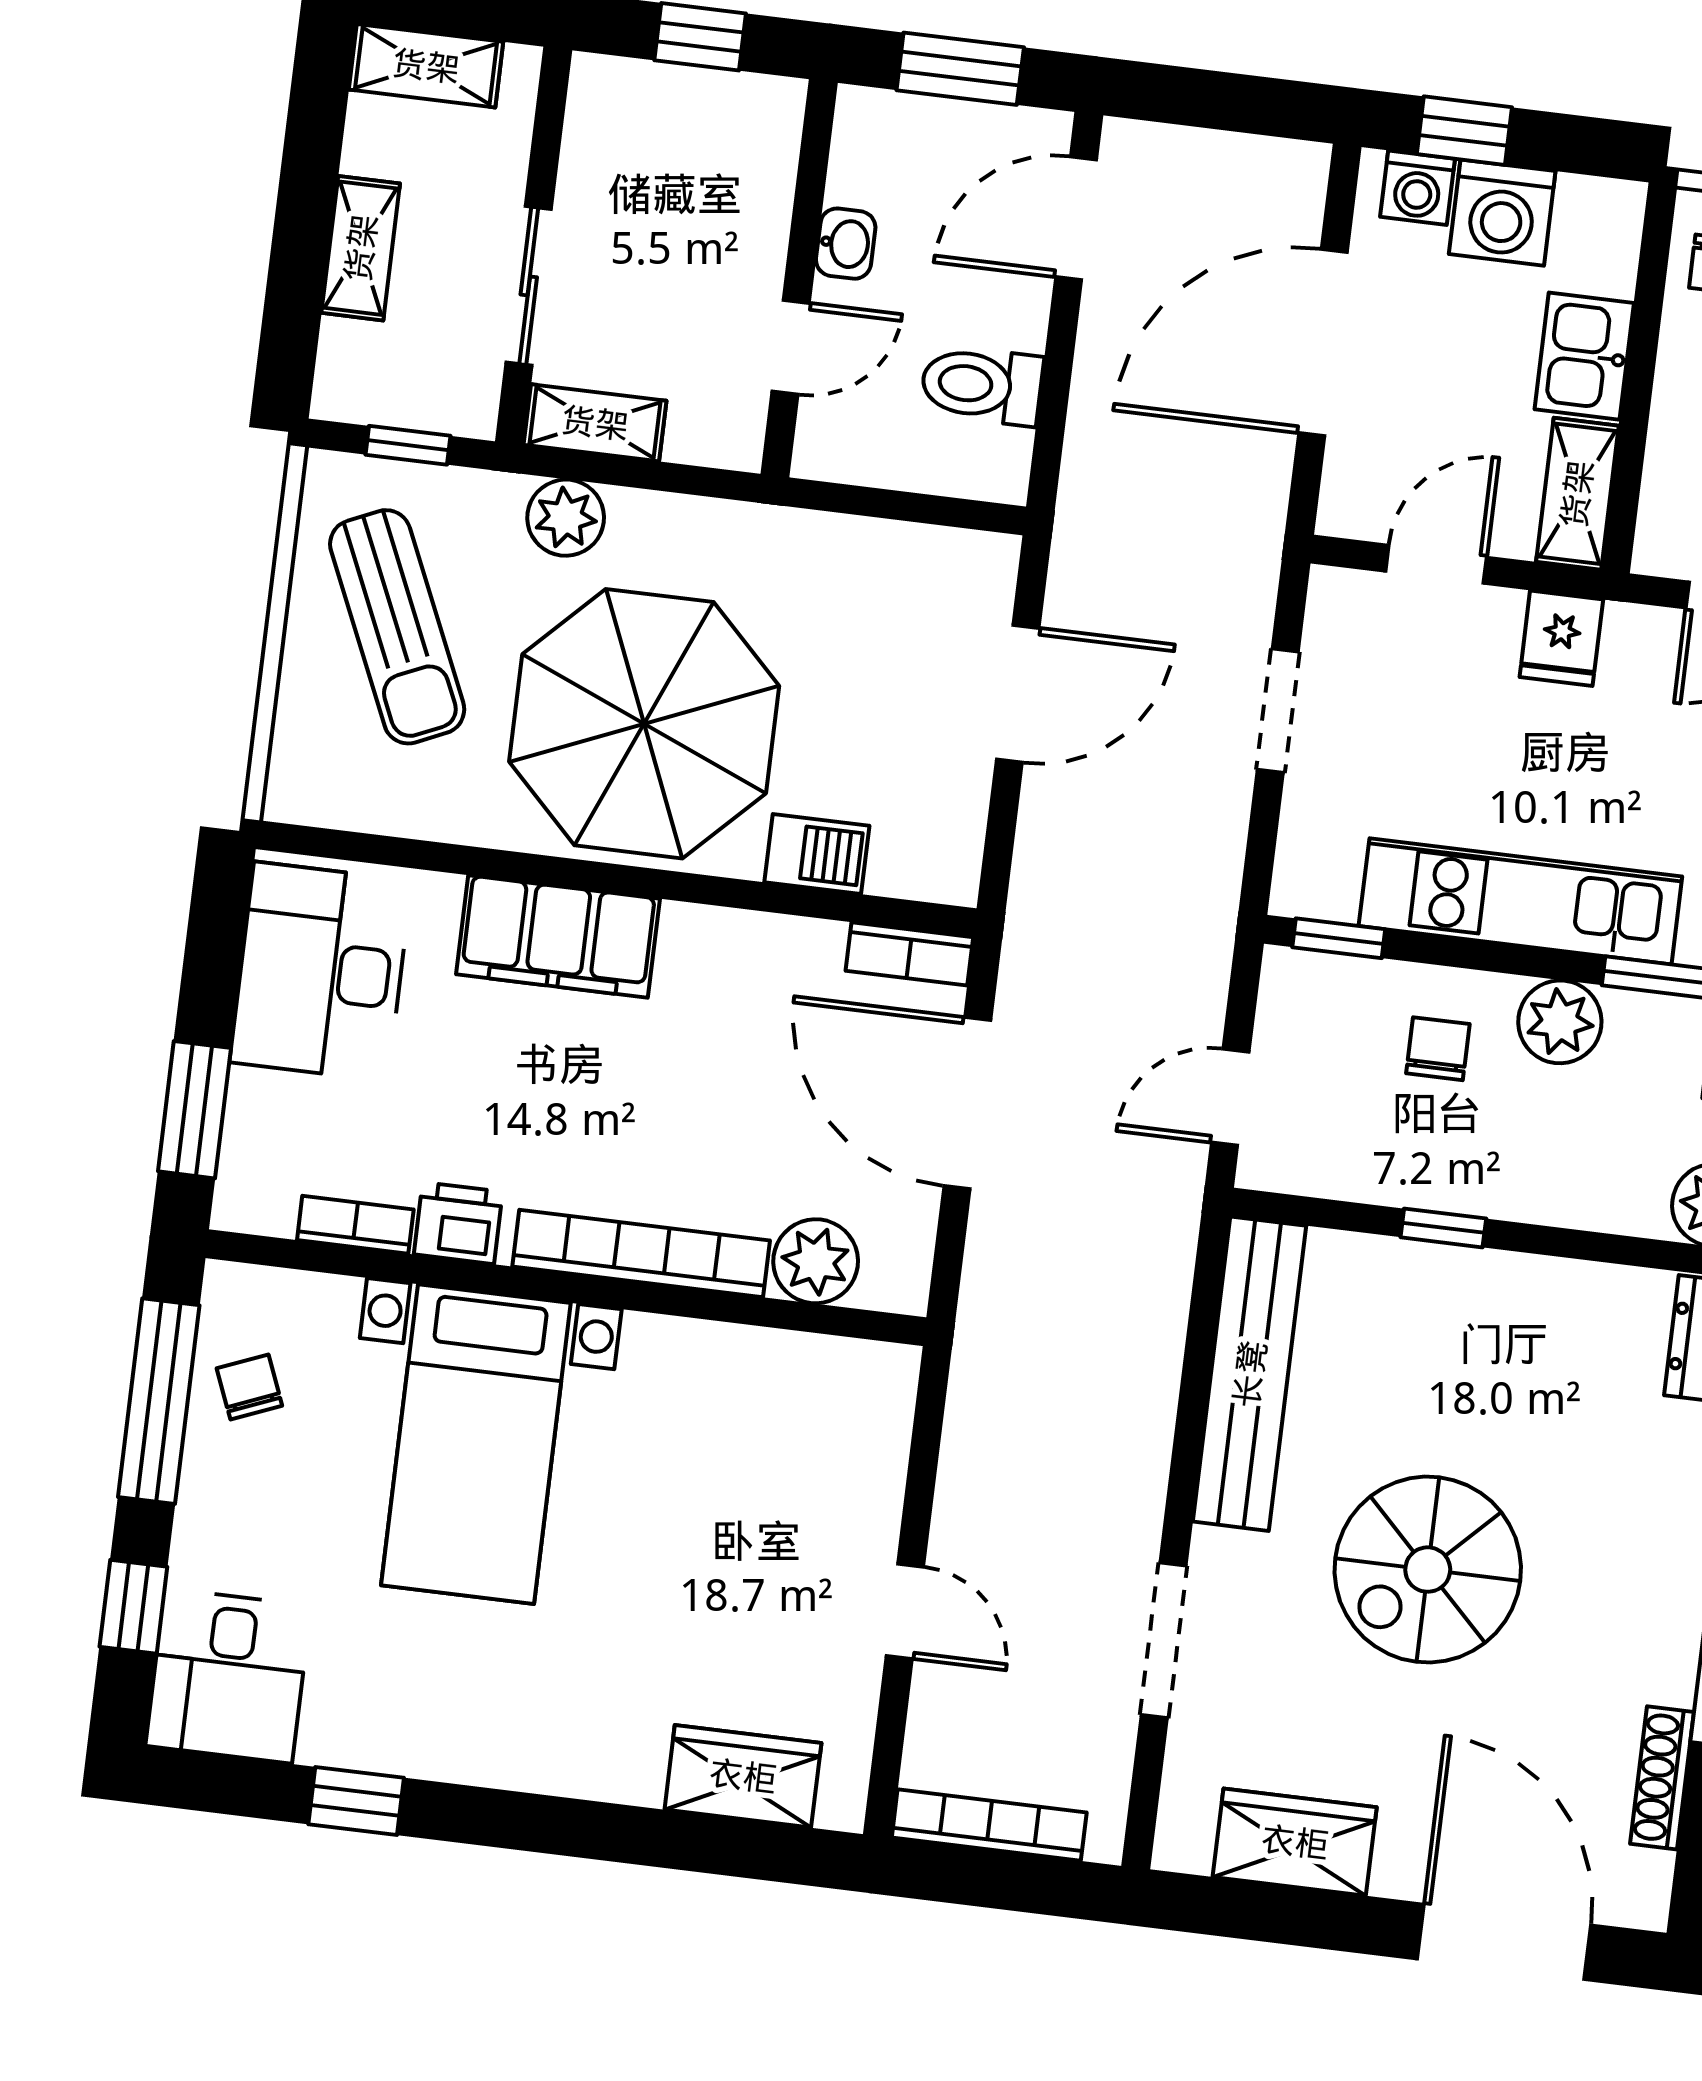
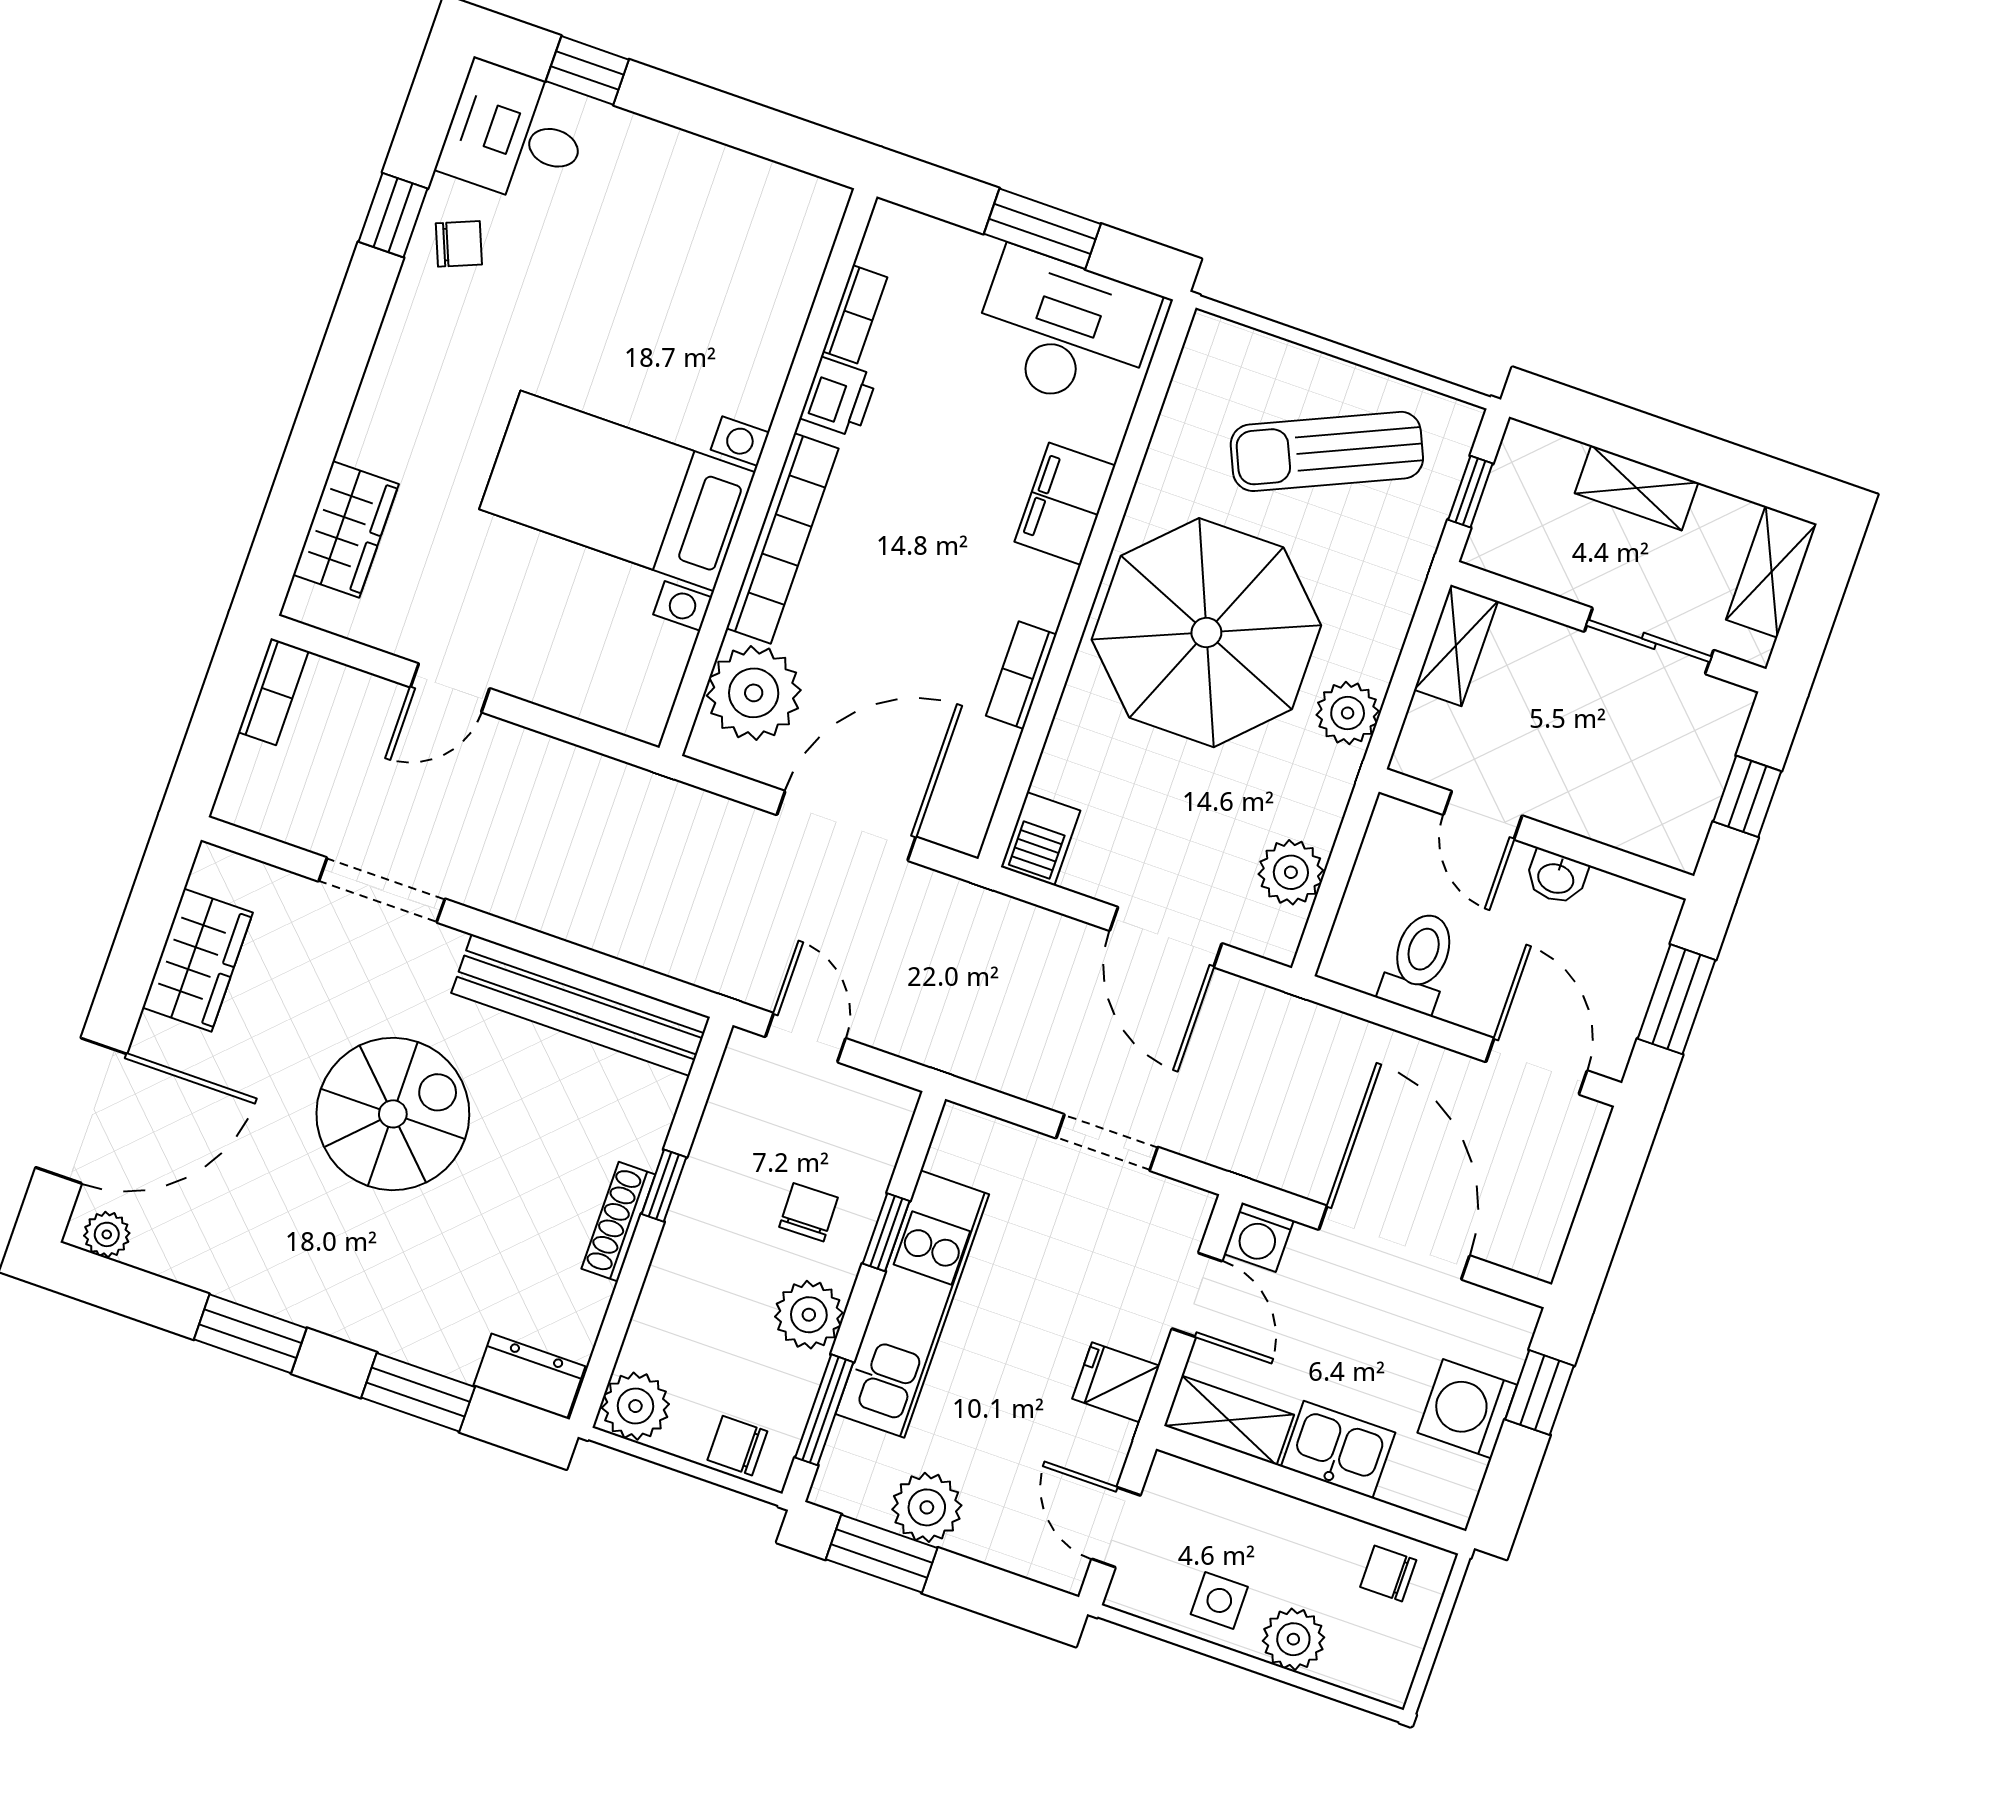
washing machine: (1418, 188) -> (1259, 1237), moved, turned -90
sliding door: (529, 286) -> (1649, 641), moved
plant: (566, 518) -> (1348, 713), moved
plant: (908, 561) -> (1291, 872), added
barbecue: (817, 854) -> (1041, 839), moved
filing cabinet: (558, 937) -> (1065, 504), width x0.67, depth x0.86
window: (1339, 938) -> (886, 1232), moved
bookcase: (909, 954) -> (1021, 675), moved
chair: (1438, 1049) -> (809, 1212), turned -91
window: (194, 1110) -> (1042, 229), moved
plant: (816, 1261) -> (754, 693), width x1.36, depth x1.36
chair: (249, 1387) -> (459, 244), moved
window: (159, 1401) -> (748, 126), removed
bed with nightstands: (476, 1444) -> (617, 491), moved
spiral stairs: (1428, 1570) -> (393, 1114), turned 90
shoe rack: (1662, 1778) -> (618, 1222), moved, turned -90
bookcase: (989, 1825) -> (273, 692), width x0.64
plant: (1645, 1880) -> (107, 1234), added

